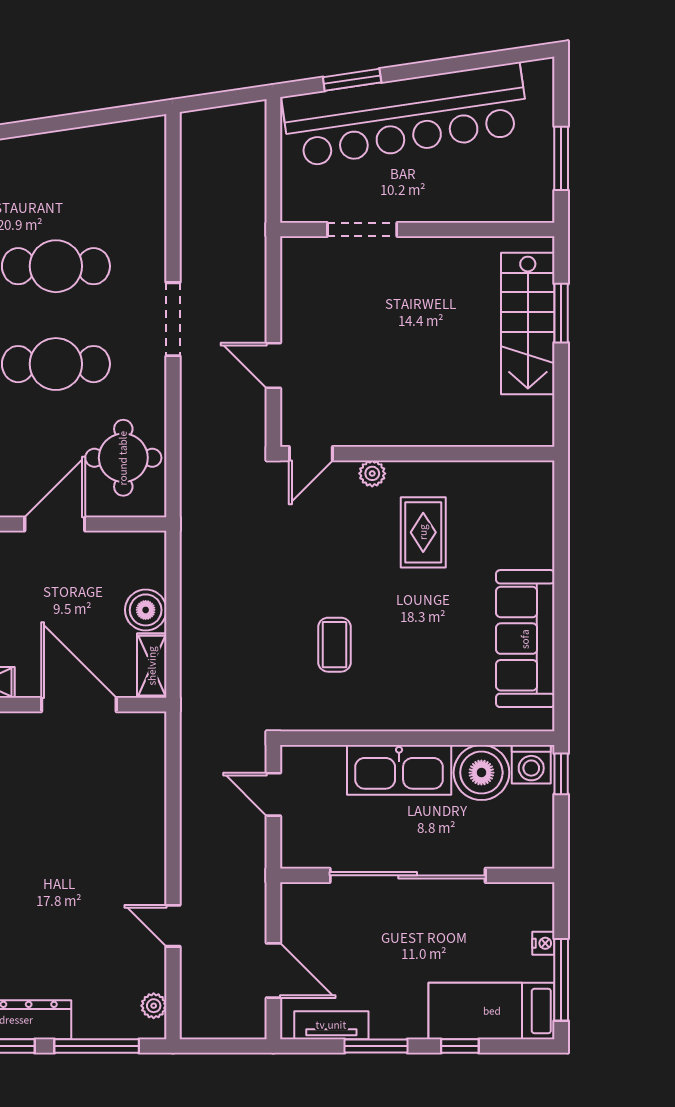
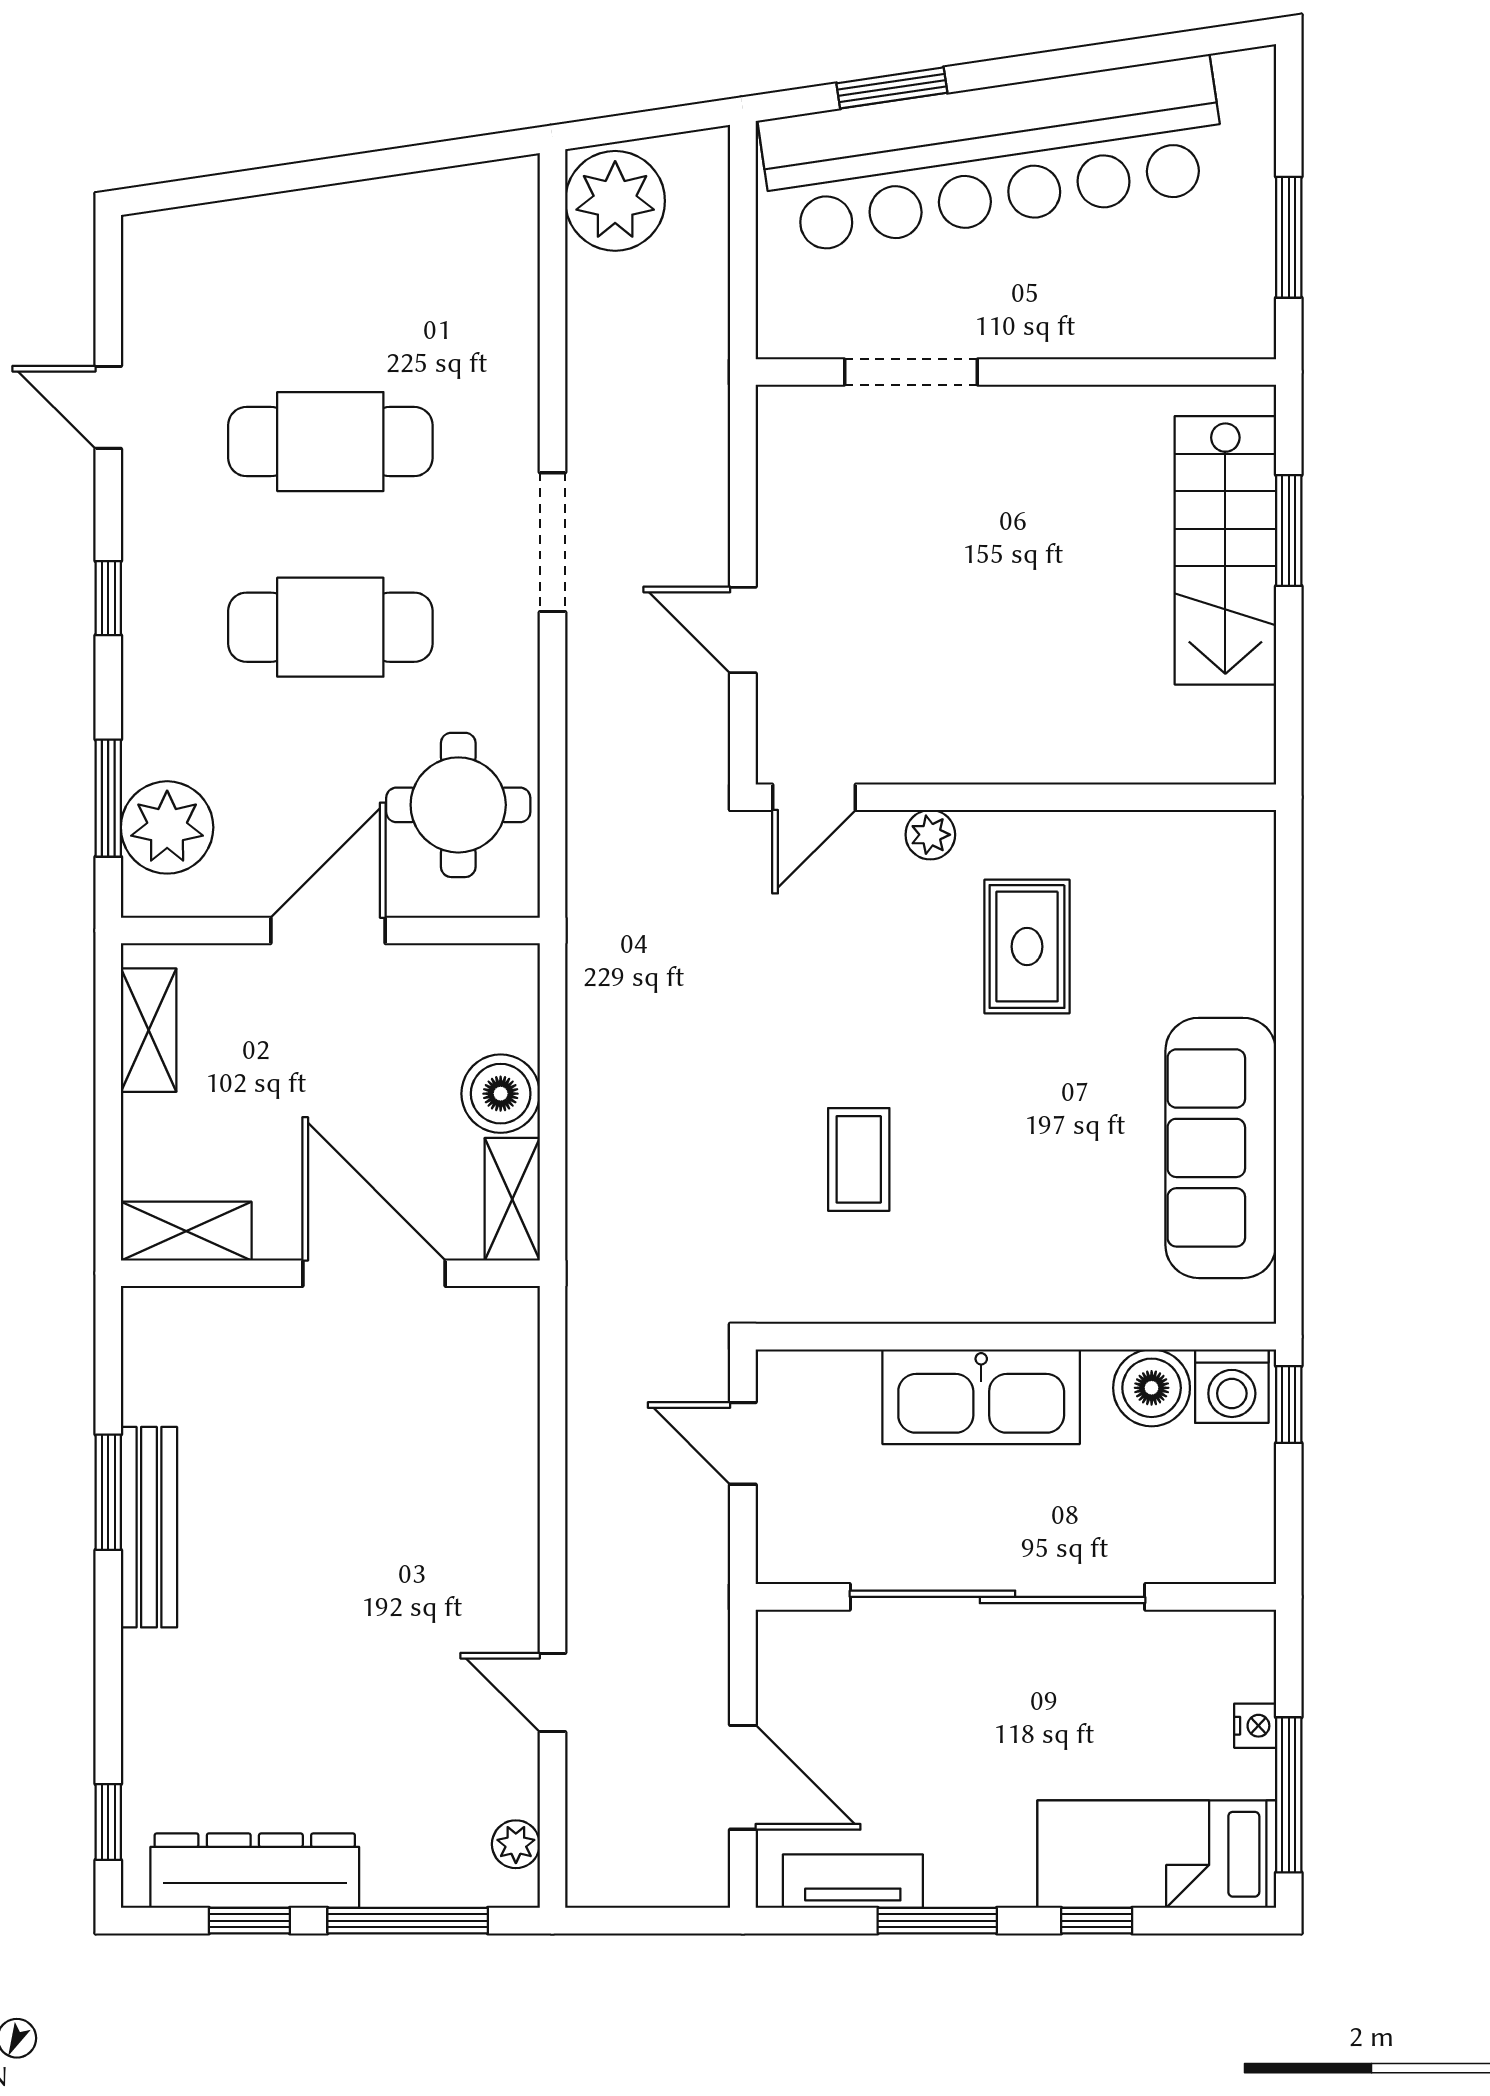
plant: (206, 139) -> (615, 201), added
boiler: (481, 773) -> (1152, 1388), width x0.73, depth x0.73

